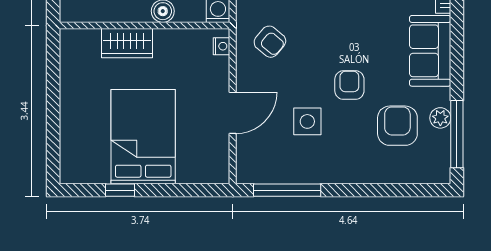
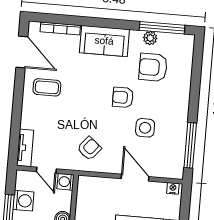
nightstand: (222, 46) -> (173, 188), moved

